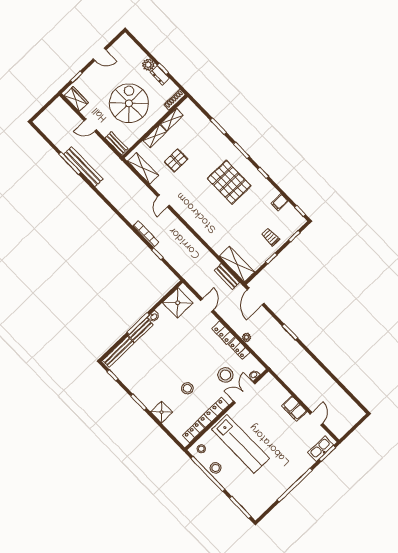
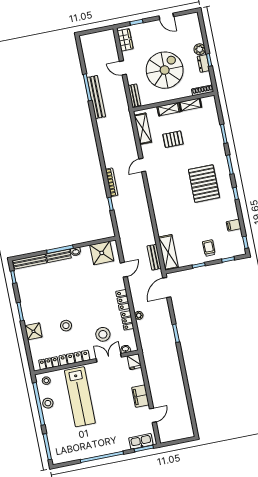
fridge: (269, 381) -> (134, 362), added

